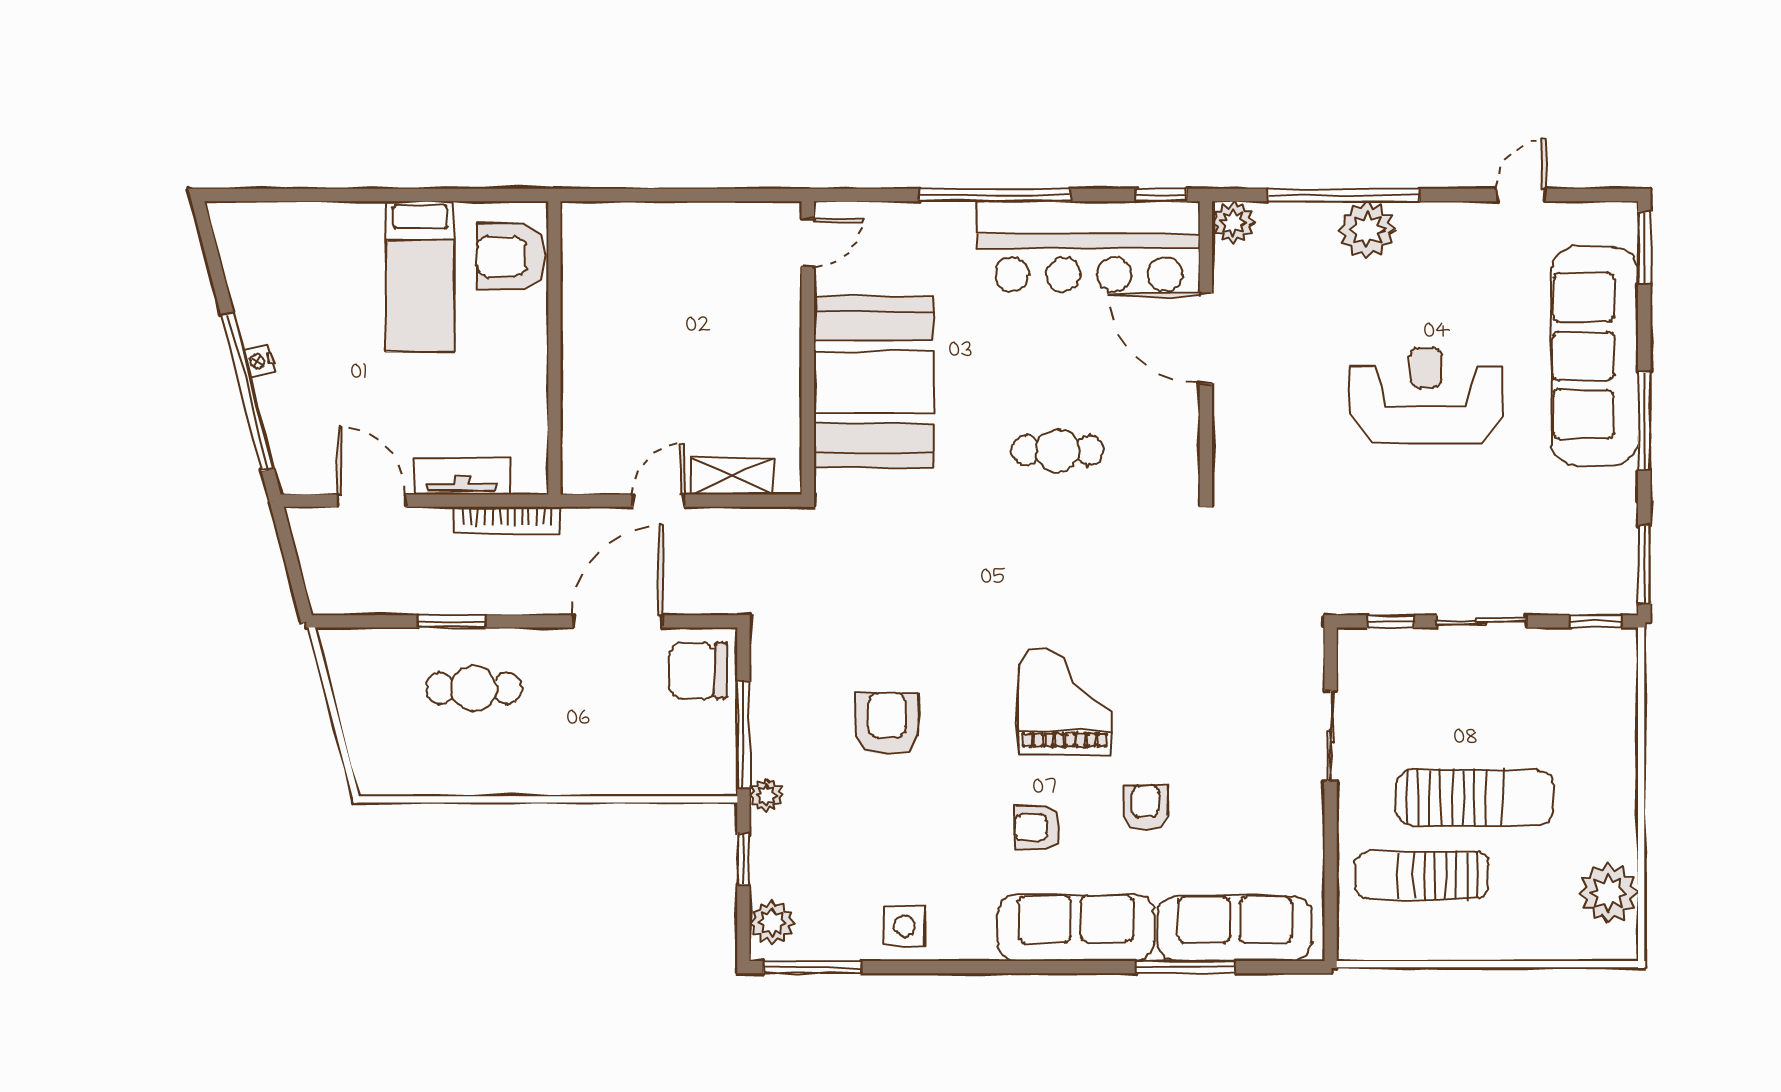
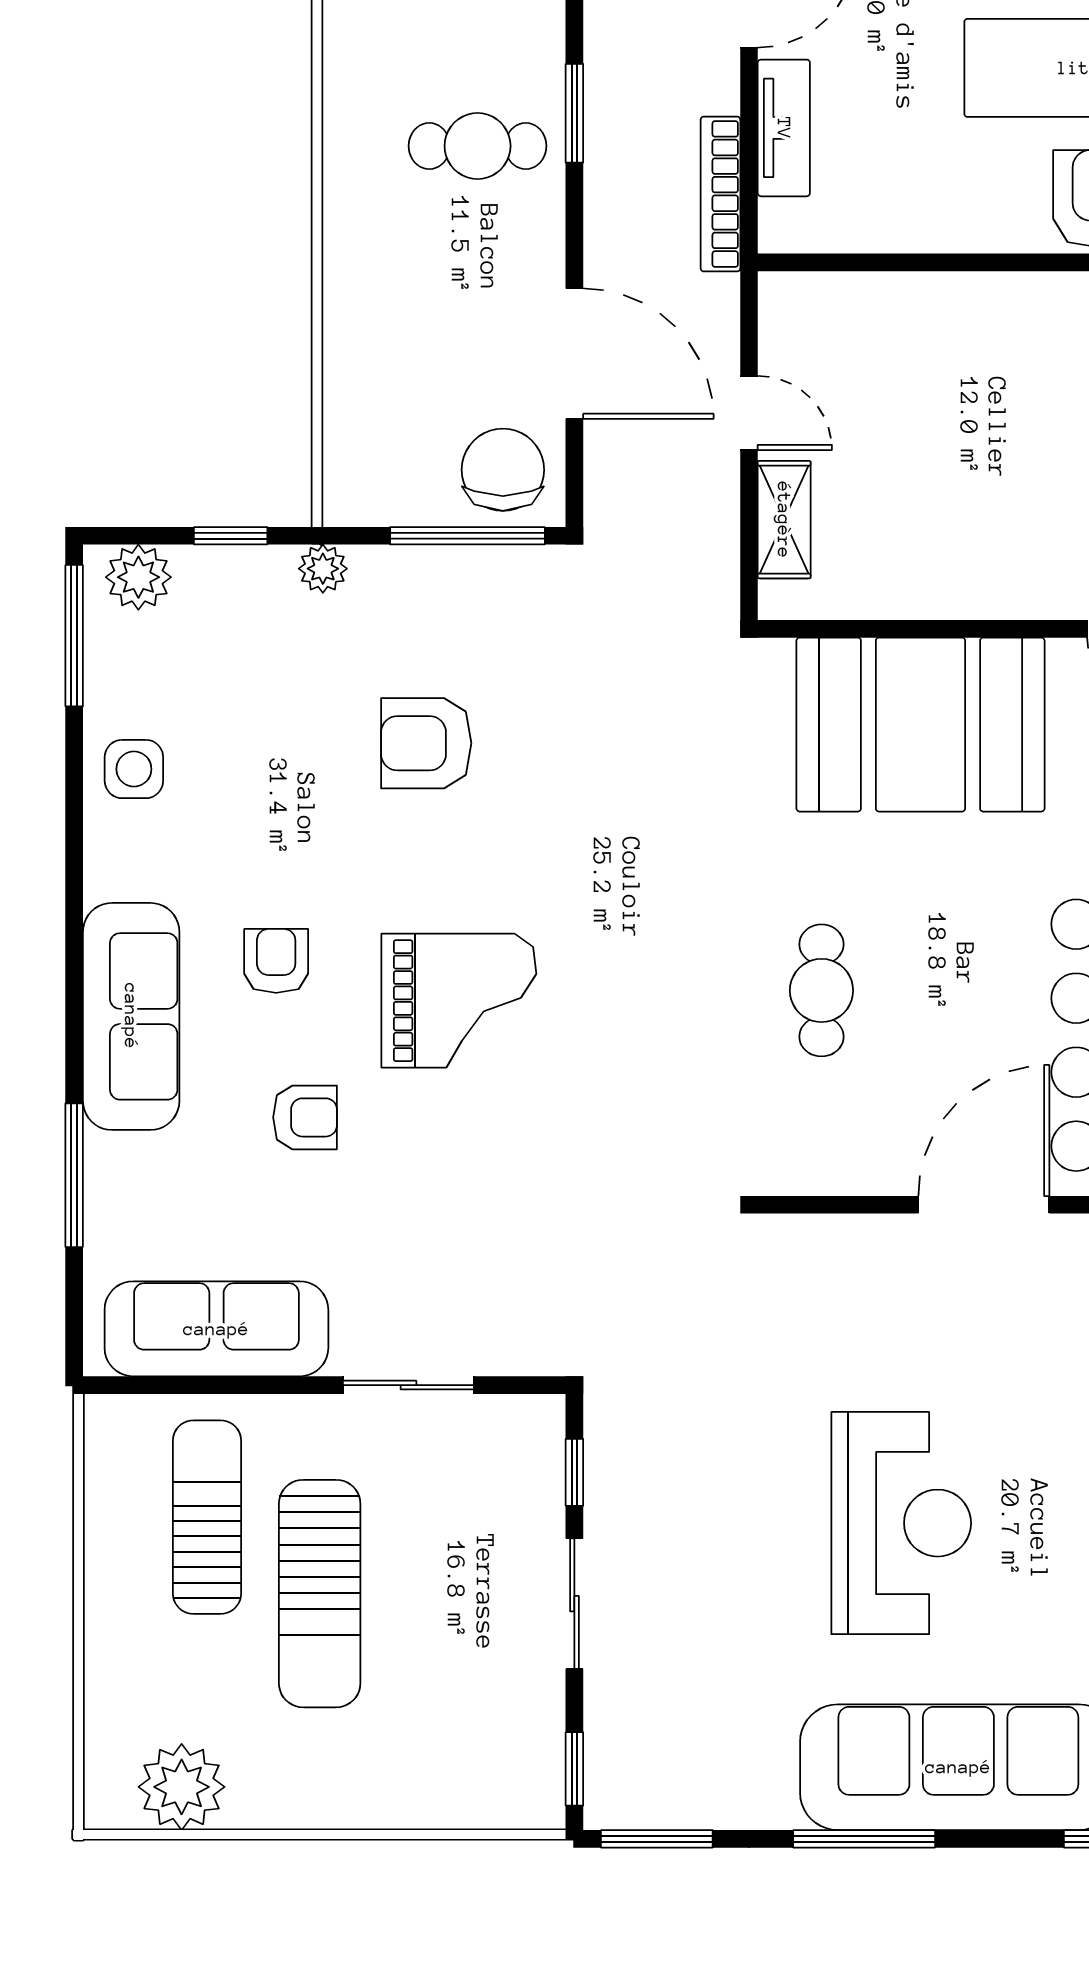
cafe table: (474, 688) -> (478, 146), turned 90
armchair: (887, 724) -> (426, 743), turned 180
window: (743, 734) -> (467, 536), moved
sofa: (1235, 928) -> (216, 1329), moved, turned -90

